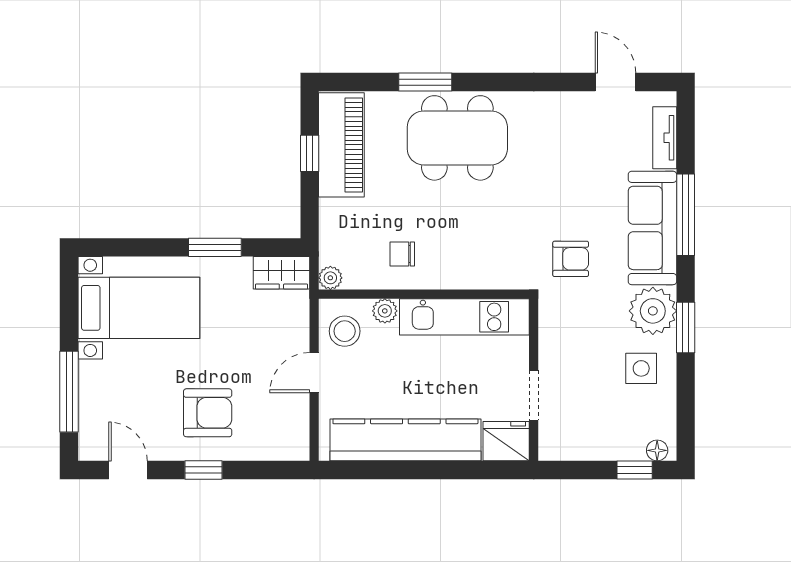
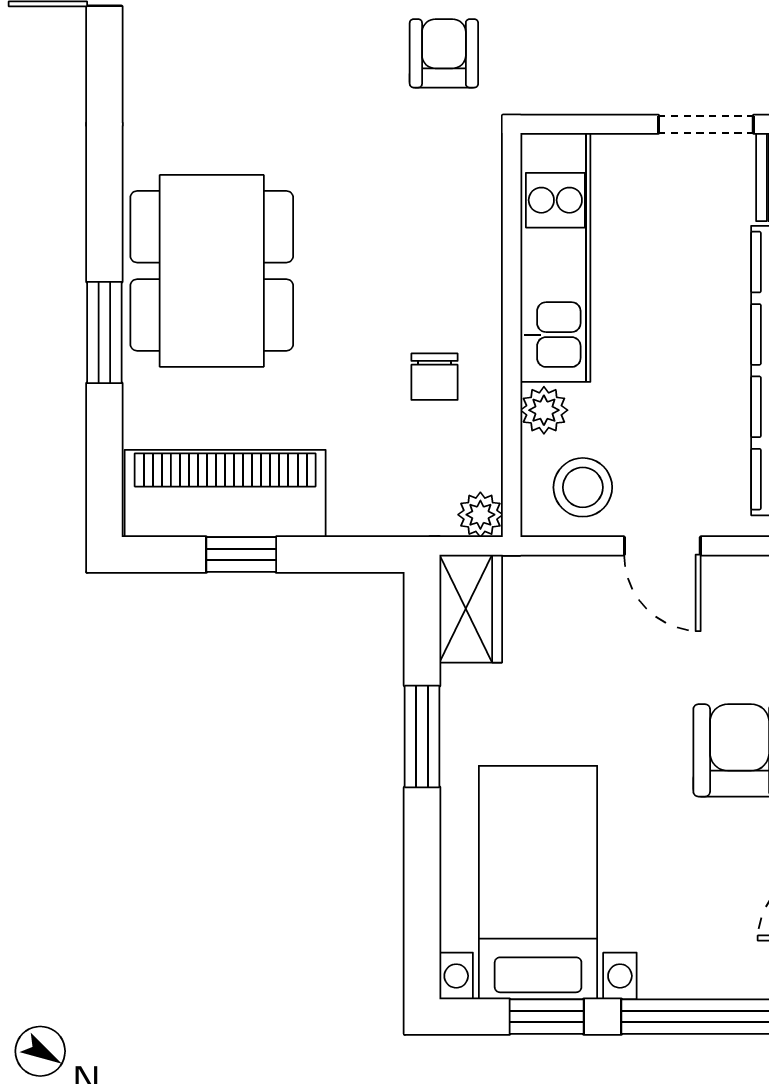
window: (69, 312) -> (547, 1017), added

